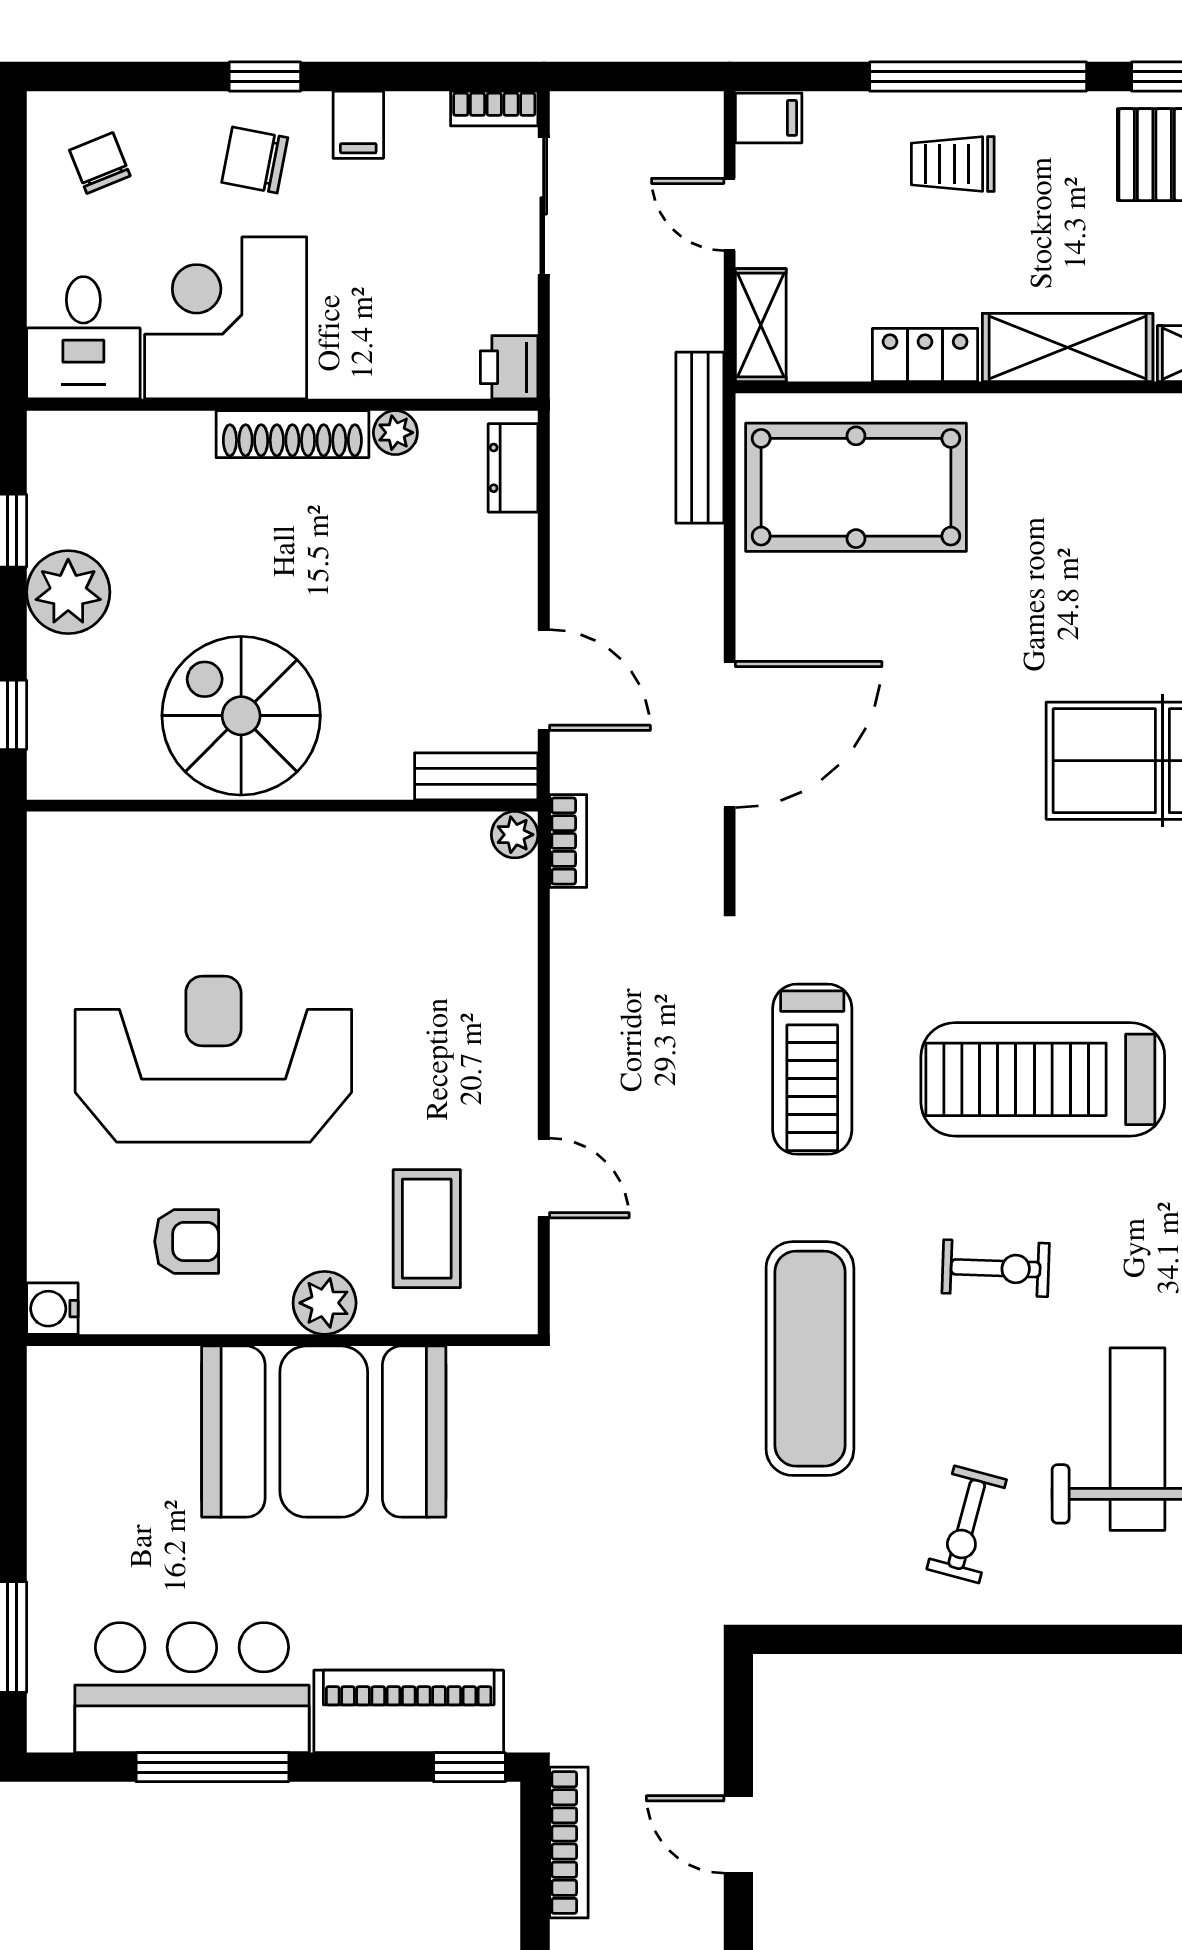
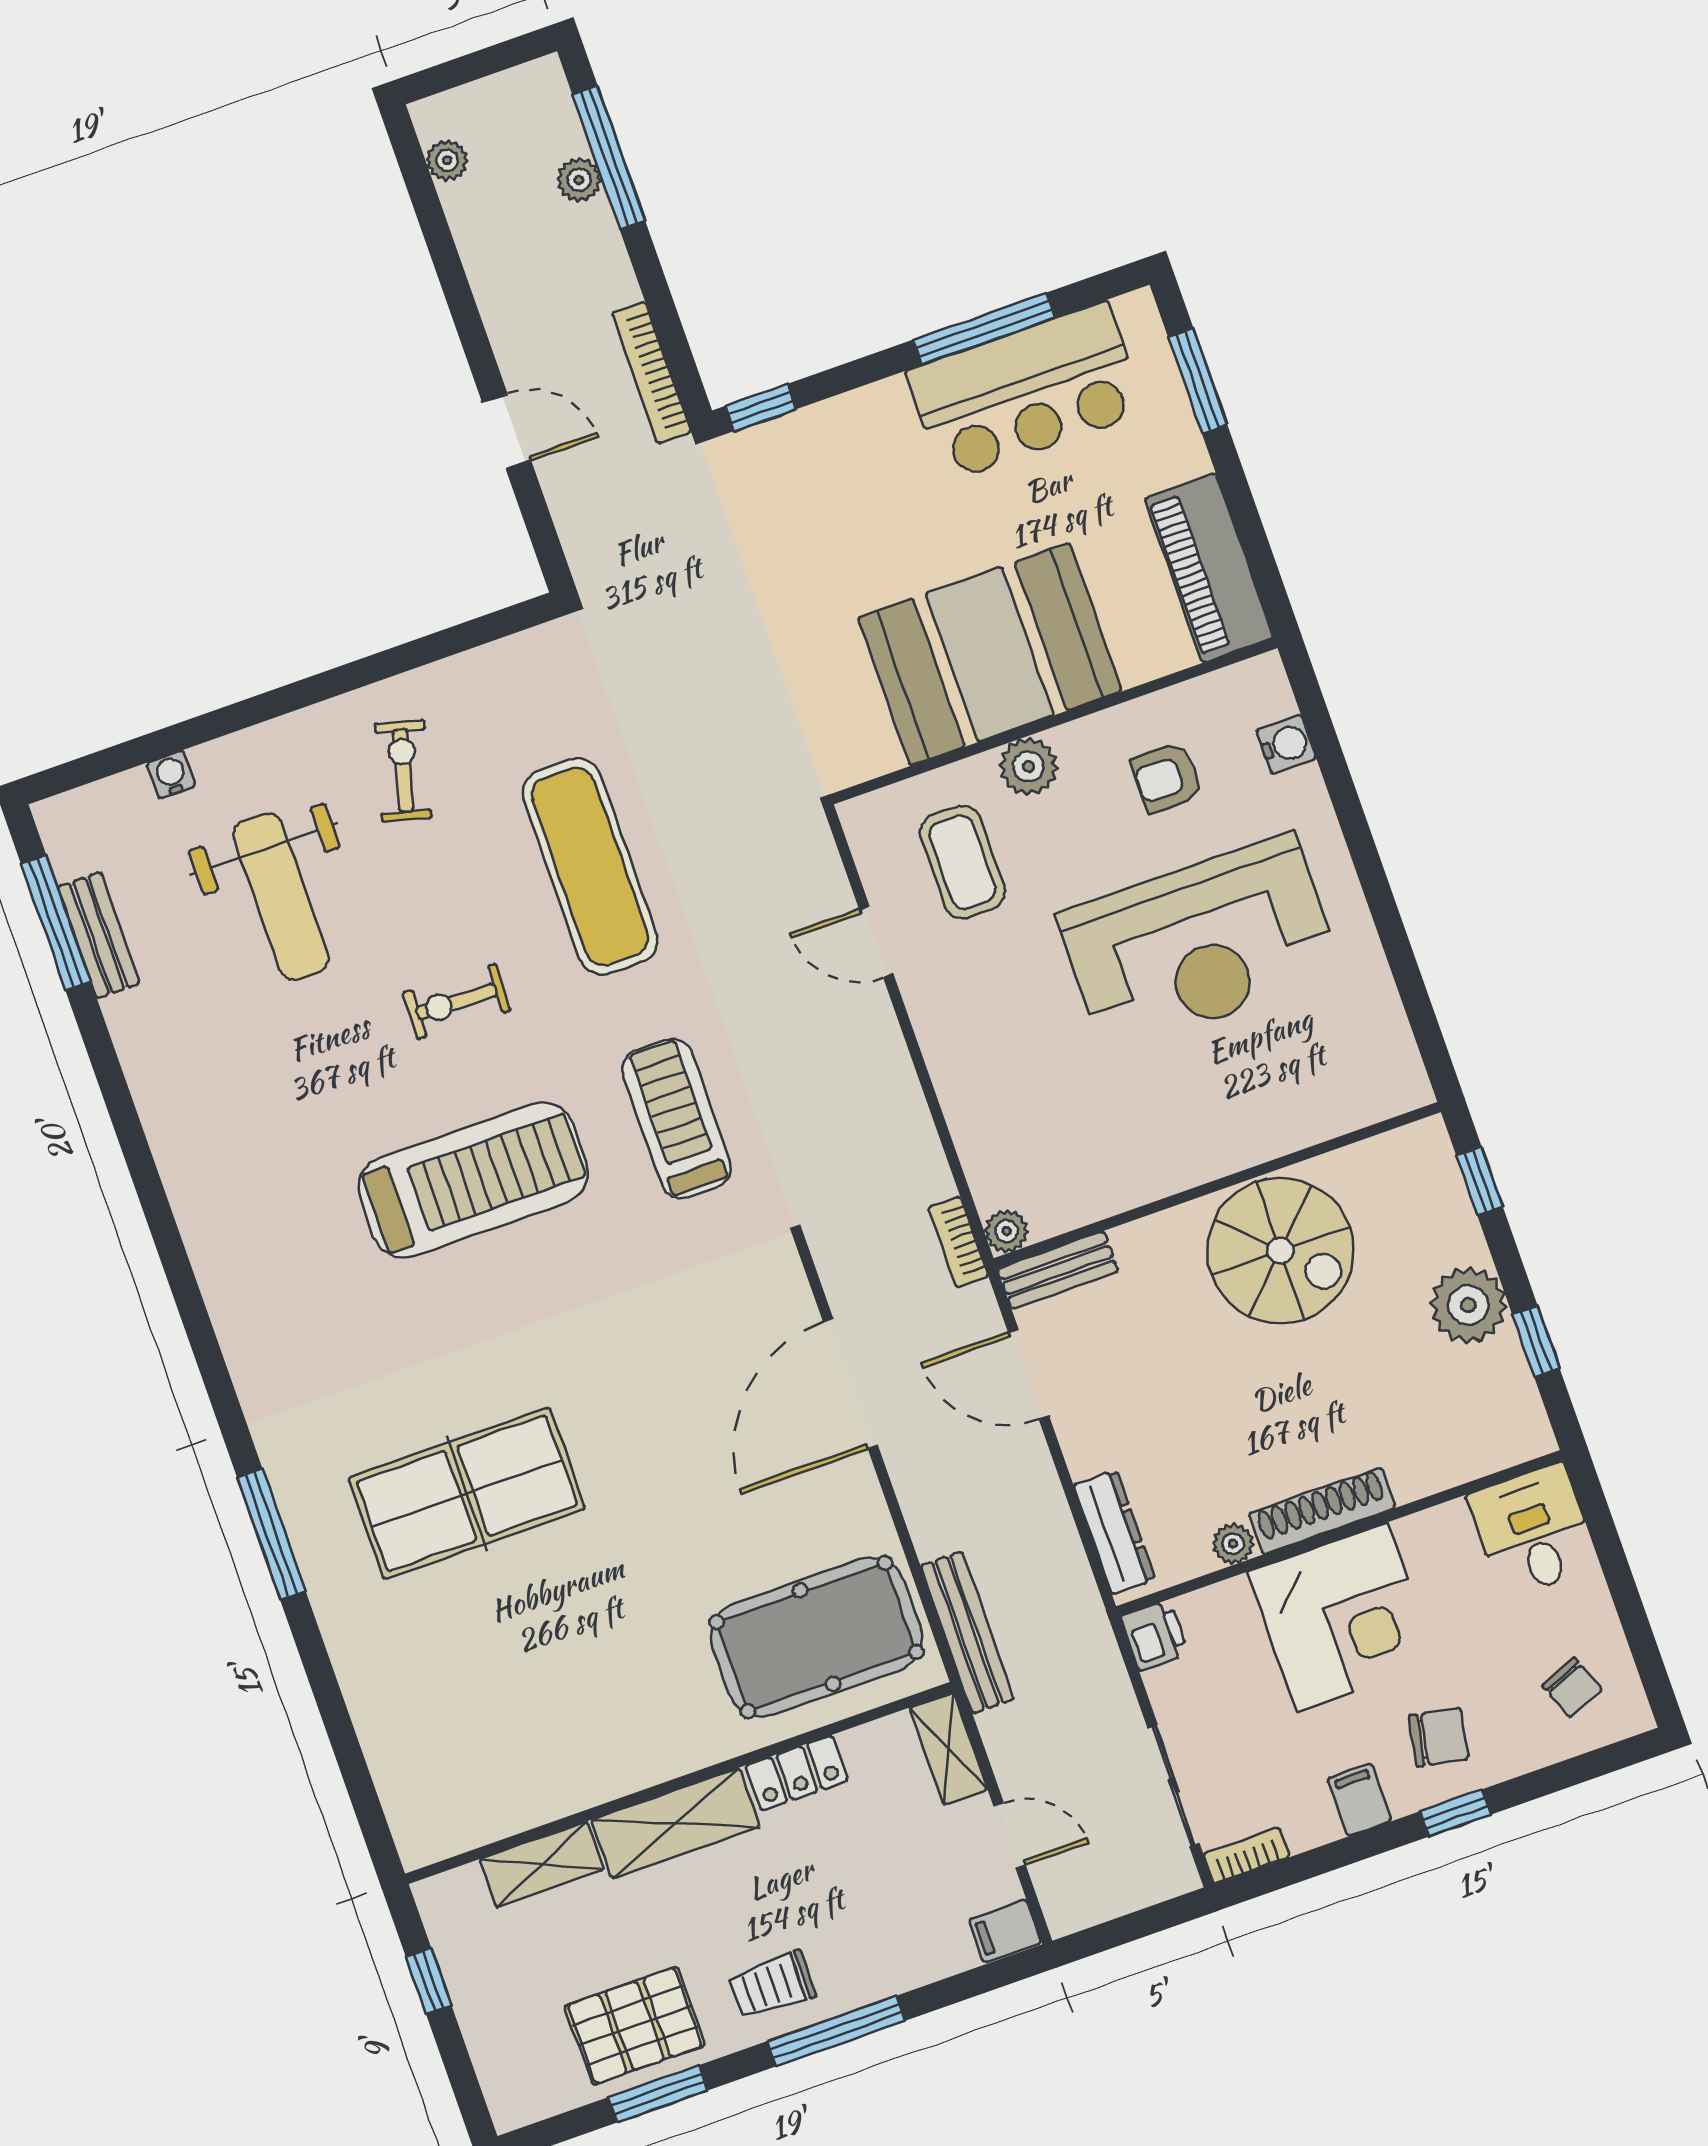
window: (978, 76) -> (836, 2031), width x0.68
trolley: (953, 164) -> (772, 1985), moved, turned 180
corner desk: (226, 318) -> (1342, 1617), moved
dresser: (513, 468) -> (1114, 1532), width x1.44
water cooler: (52, 1309) -> (1286, 744), moved
piano: (409, 1711) -> (1209, 568), moved, turned 90

